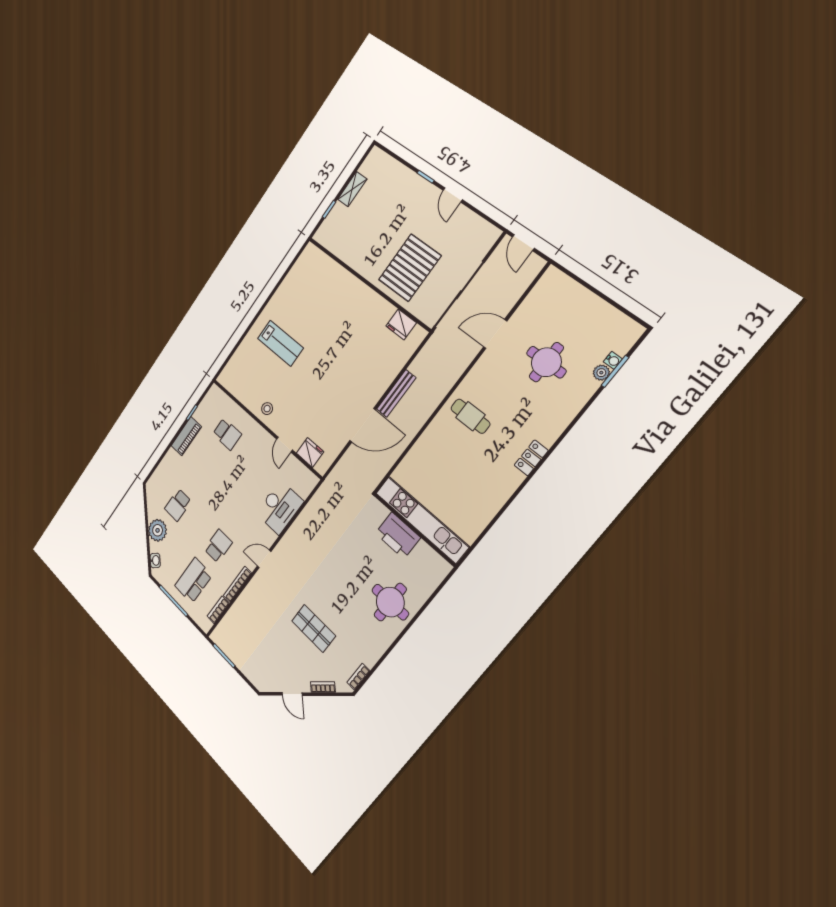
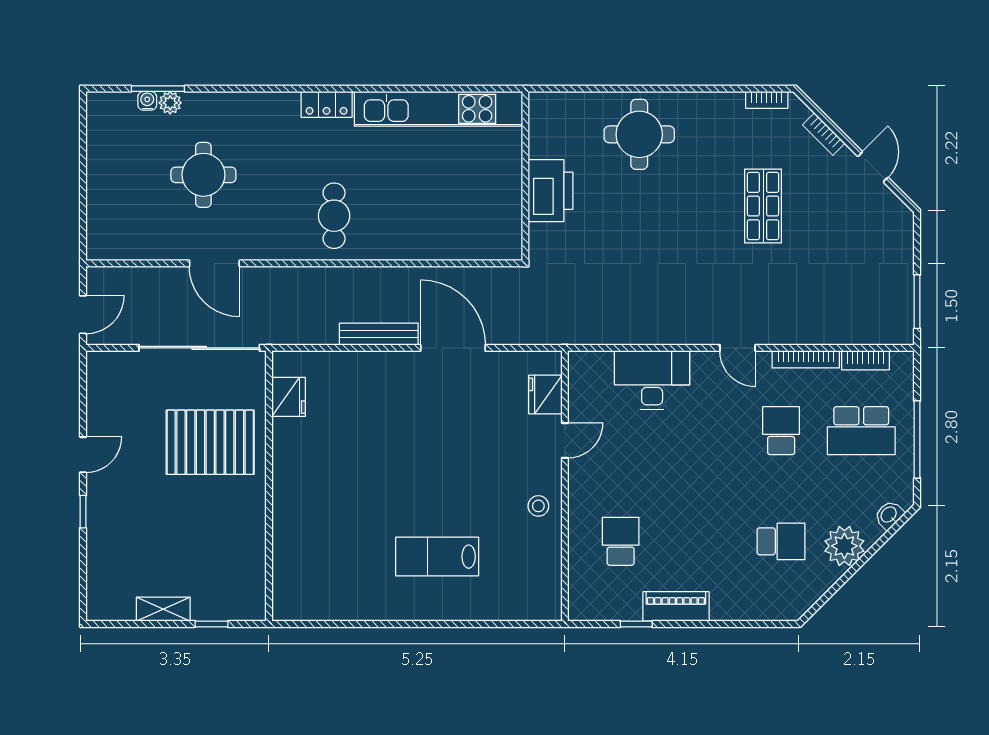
lab bench: (280, 343) -> (437, 557), turned -90
kitchen unit: (422, 519) -> (438, 109), moved, turned -90
school desk: (218, 546) -> (781, 431), turned 90

